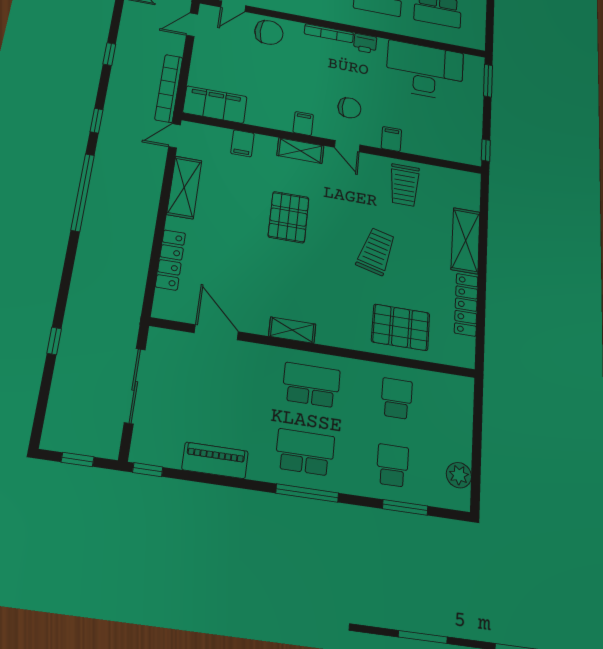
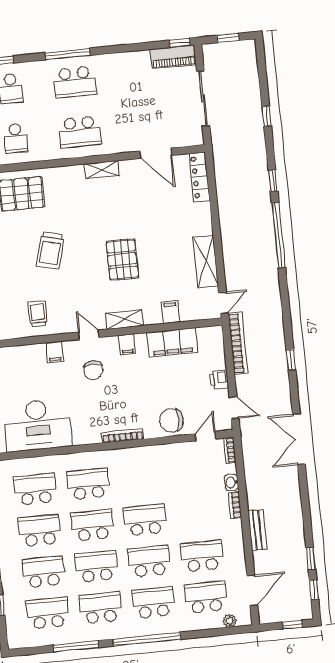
door: (192, 25) -> (234, 408), hinge flipped
printer: (365, 43) -> (219, 379), moved, turned -90
filing cabinet: (215, 105) -> (172, 343), moved
chair: (349, 108) -> (93, 370), turned -90
window: (97, 121) -> (273, 181), moved
trolley: (404, 185) -> (38, 314), width x0.73, depth x0.72
locker: (171, 260) -> (199, 177), moved
piano: (215, 460) -> (173, 57), moved

